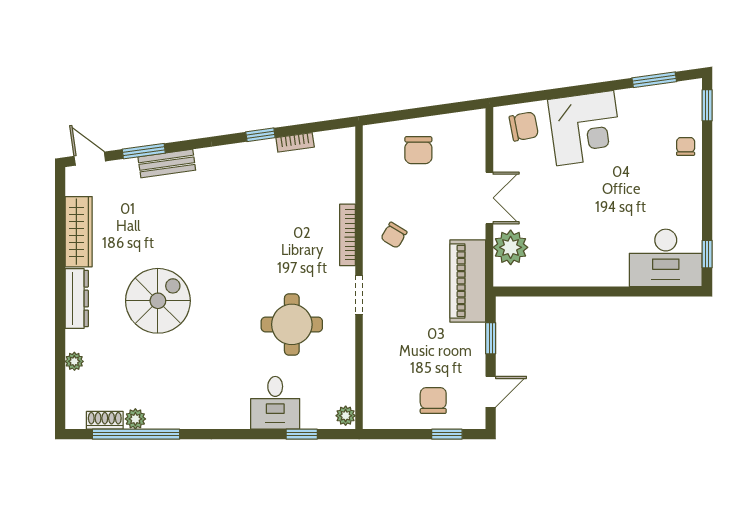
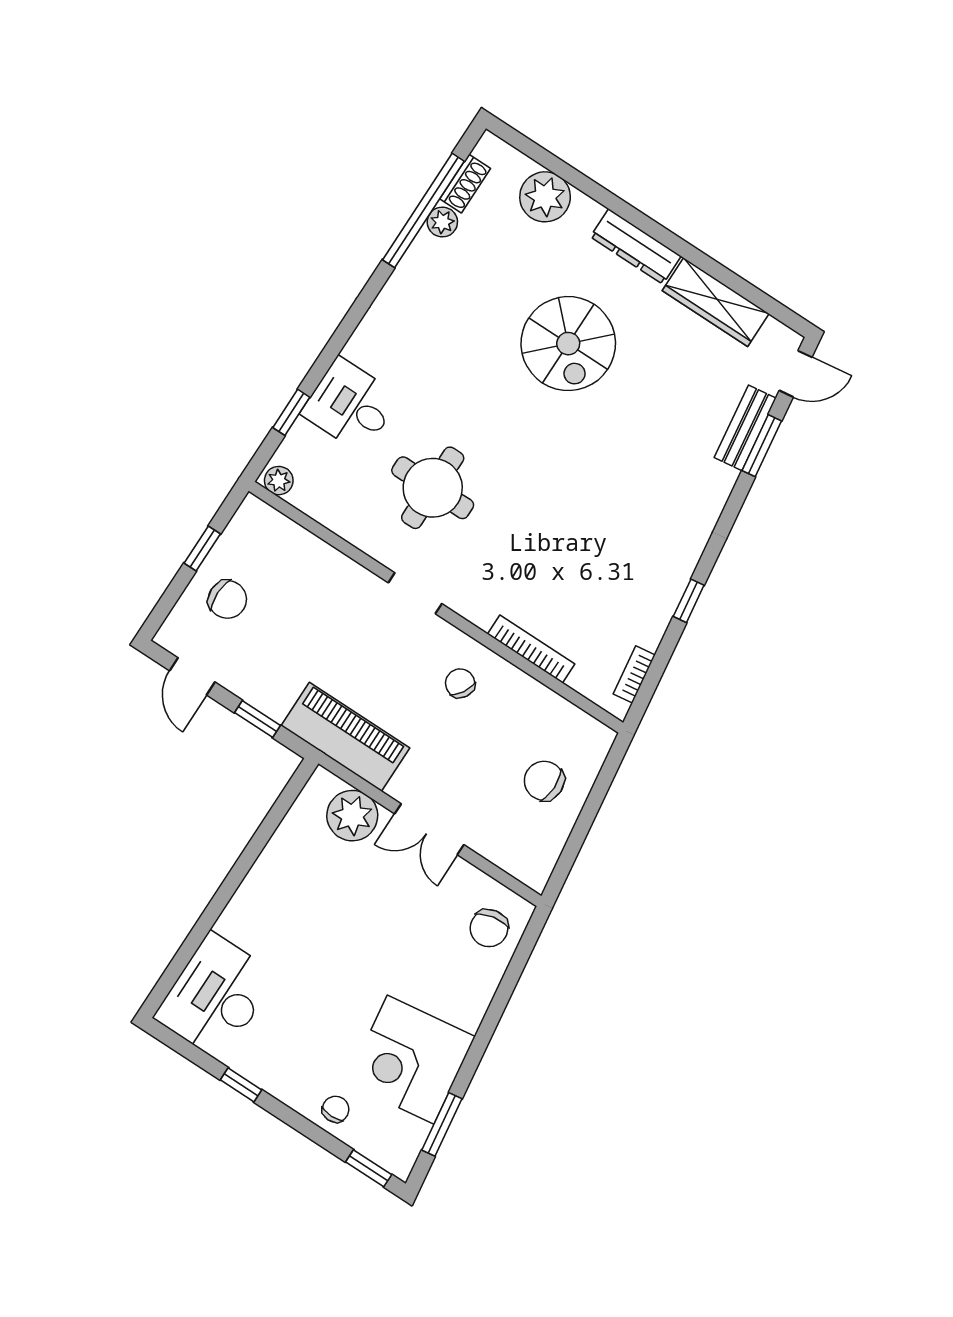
corner desk: (585, 128) -> (411, 1060), moved
bookcase: (295, 142) -> (634, 674), moved
chair: (686, 146) -> (336, 1109), turned -90
bench: (167, 164) -> (745, 428), moved
bookcase: (347, 235) -> (531, 649), moved
window: (707, 254) -> (241, 1085), moved
plant: (74, 361) -> (545, 197), width x1.88, depth x1.88
window: (447, 434) -> (202, 549), moved

